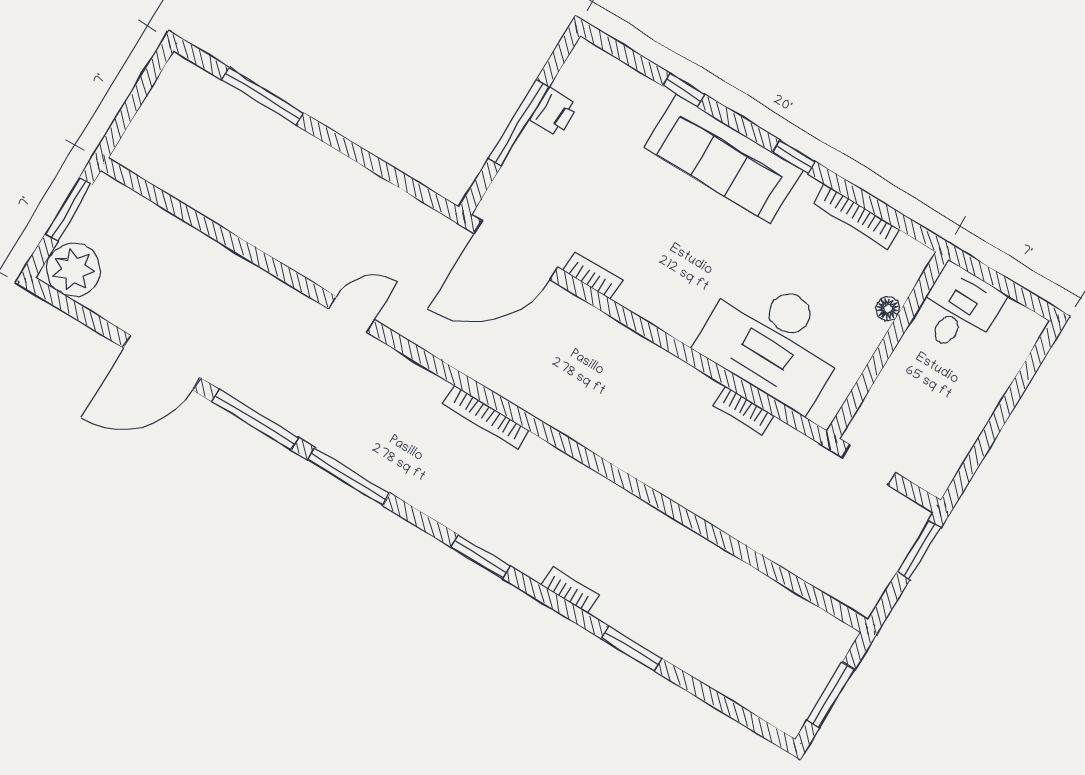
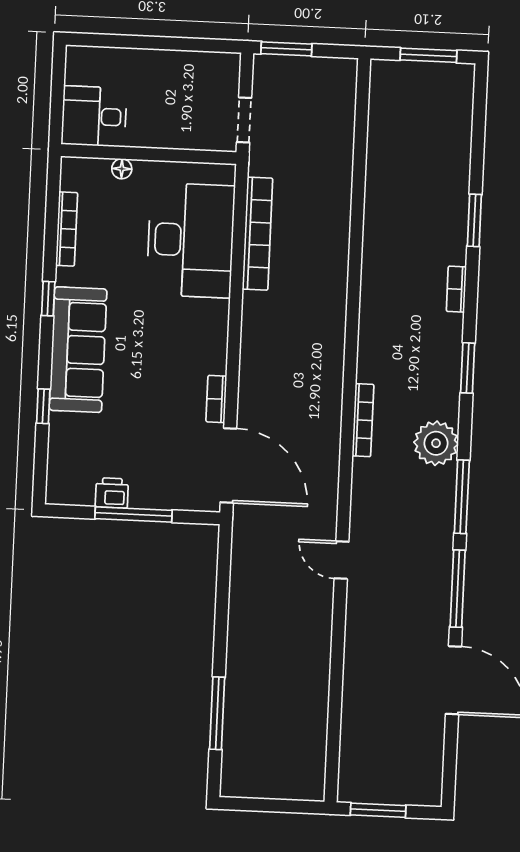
plant: (74, 270) -> (436, 443), moved
bookcase: (744, 411) -> (258, 234), width x2.31, depth x1.31

